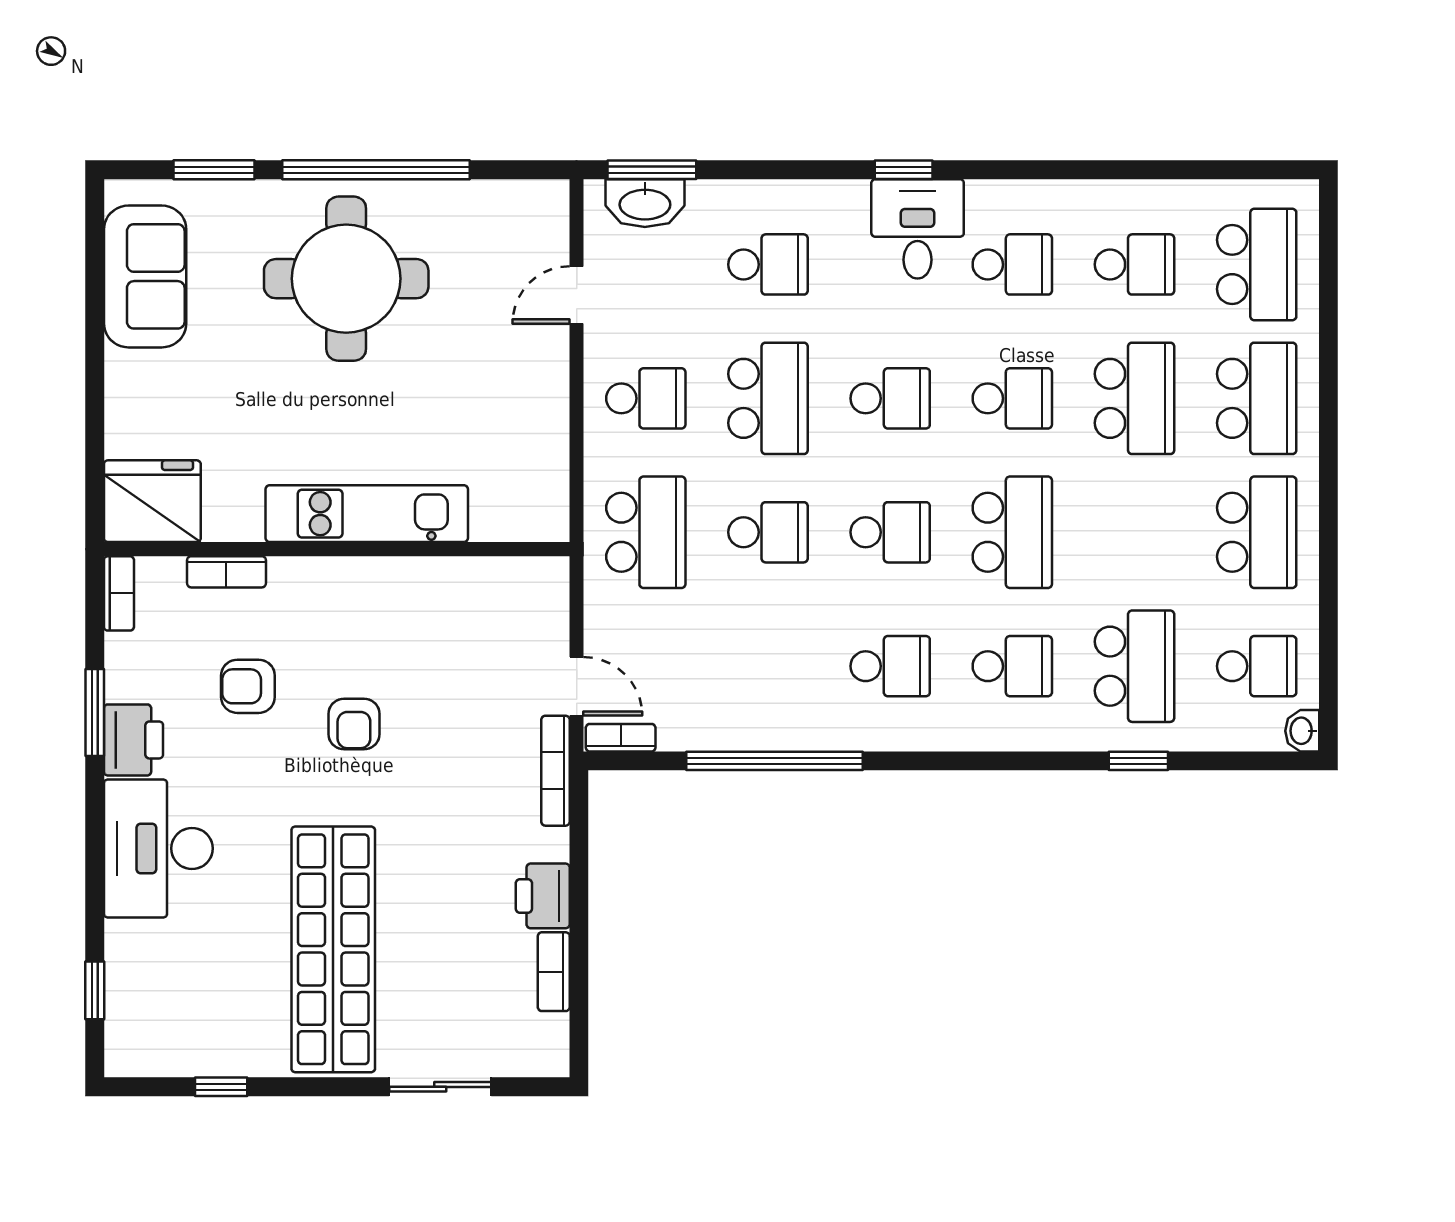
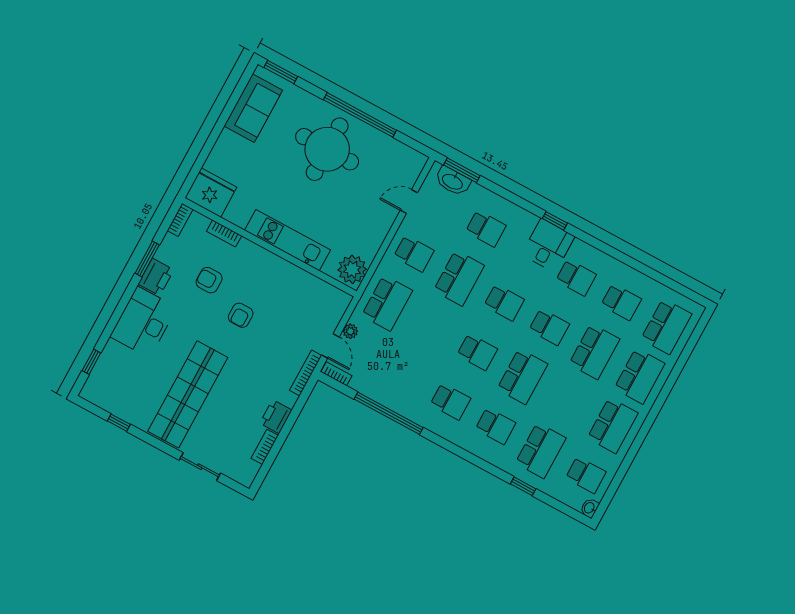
window: (214, 170) -> (281, 72), moved
plant: (535, 501) -> (352, 269), added
school desk: (768, 532) -> (432, 328), removed
plant: (601, 633) -> (350, 331), added

